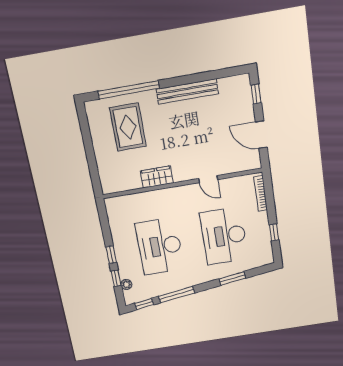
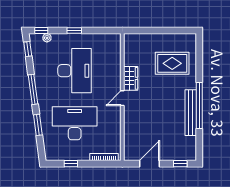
window: (129, 90) -> (199, 106), moved
door: (208, 179) -> (122, 98), moved
desk: (160, 246) -> (75, 71), turned 90
window: (116, 278) -> (41, 30), moved
window: (176, 295) -> (33, 89), moved

